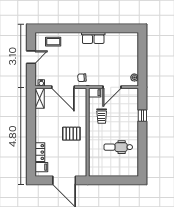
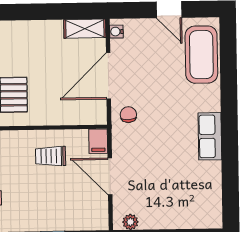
coffee table: (53, 42) -> (201, 55), width x1.86, depth x1.72

